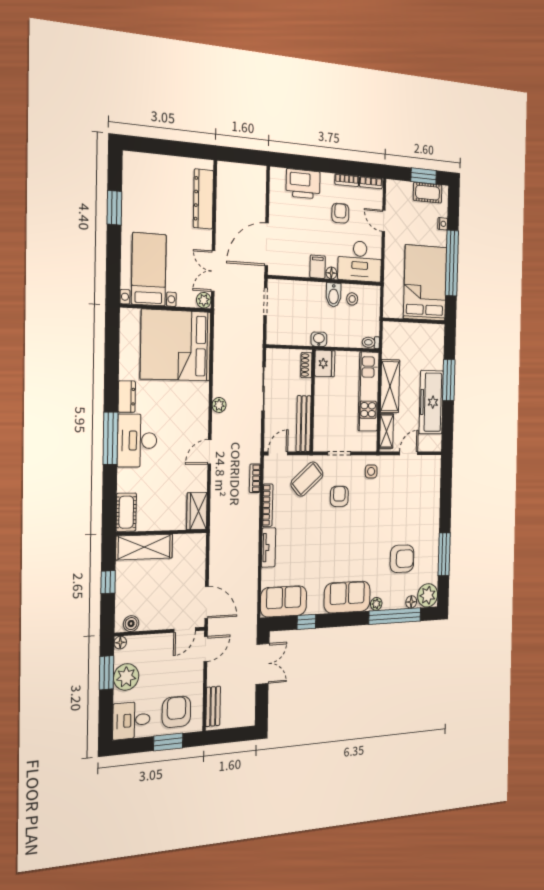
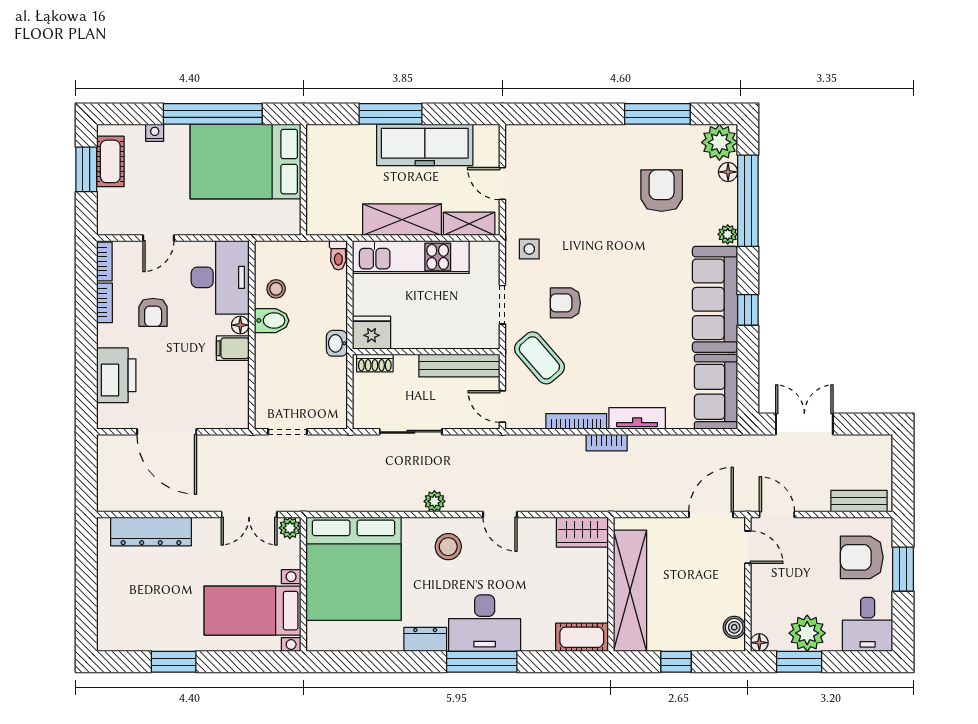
armchair: (340, 213) -> (153, 312), turned -90
door: (267, 244) -> (167, 432), moved
stool: (189, 414) -> (448, 547), added
bookcase: (255, 478) -> (607, 443), moved
shelving: (144, 547) -> (630, 591), width x1.47
sofa: (347, 597) -> (715, 299), width x1.36
window: (306, 622) -> (748, 310), moved

